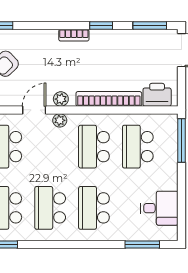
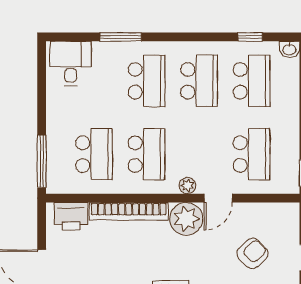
plant: (61, 99) -> (186, 219), width x1.87, depth x1.87
desk: (159, 208) -> (71, 63), moved, turned 90
window: (142, 245) -> (121, 37), moved

